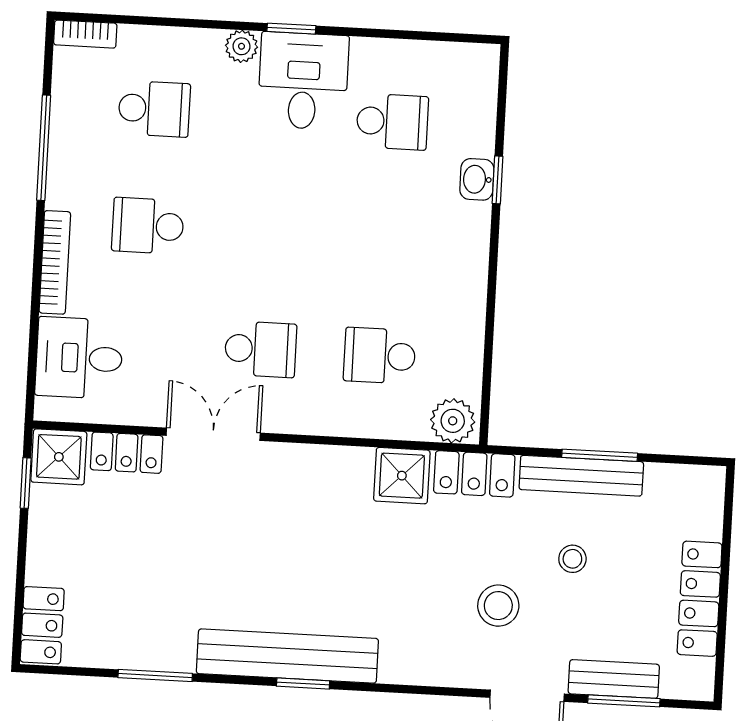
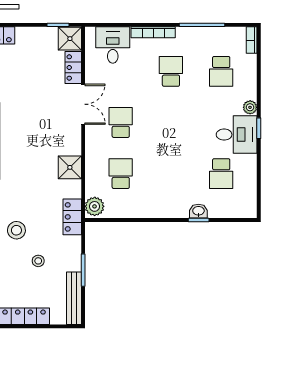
school desk: (261, 349) -> (121, 122), turned 180
shower: (402, 476) -> (70, 167), moved
bench: (581, 476) -> (74, 298), moved

